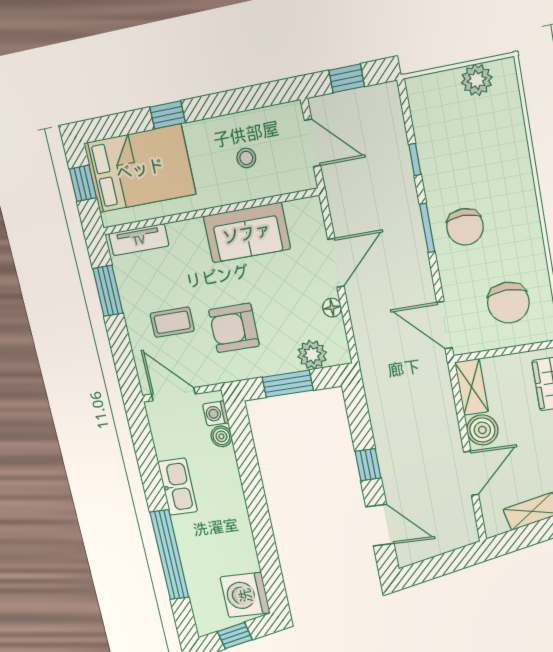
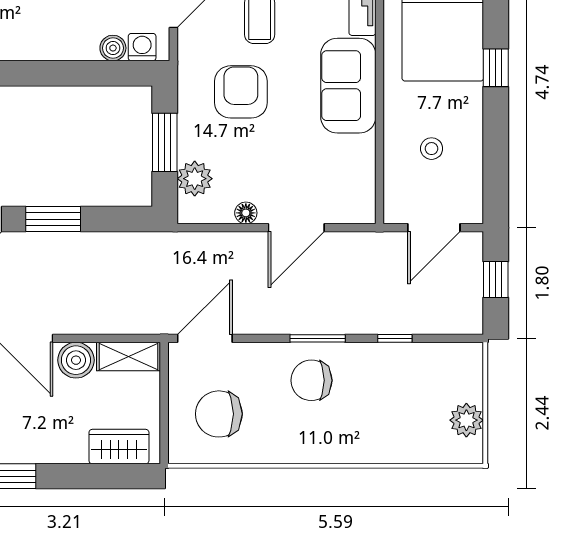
sofa: (247, 233) -> (348, 86), moved
door: (336, 263) -> (296, 228), hinge flipped
window: (368, 465) -> (53, 219), width x1.50

